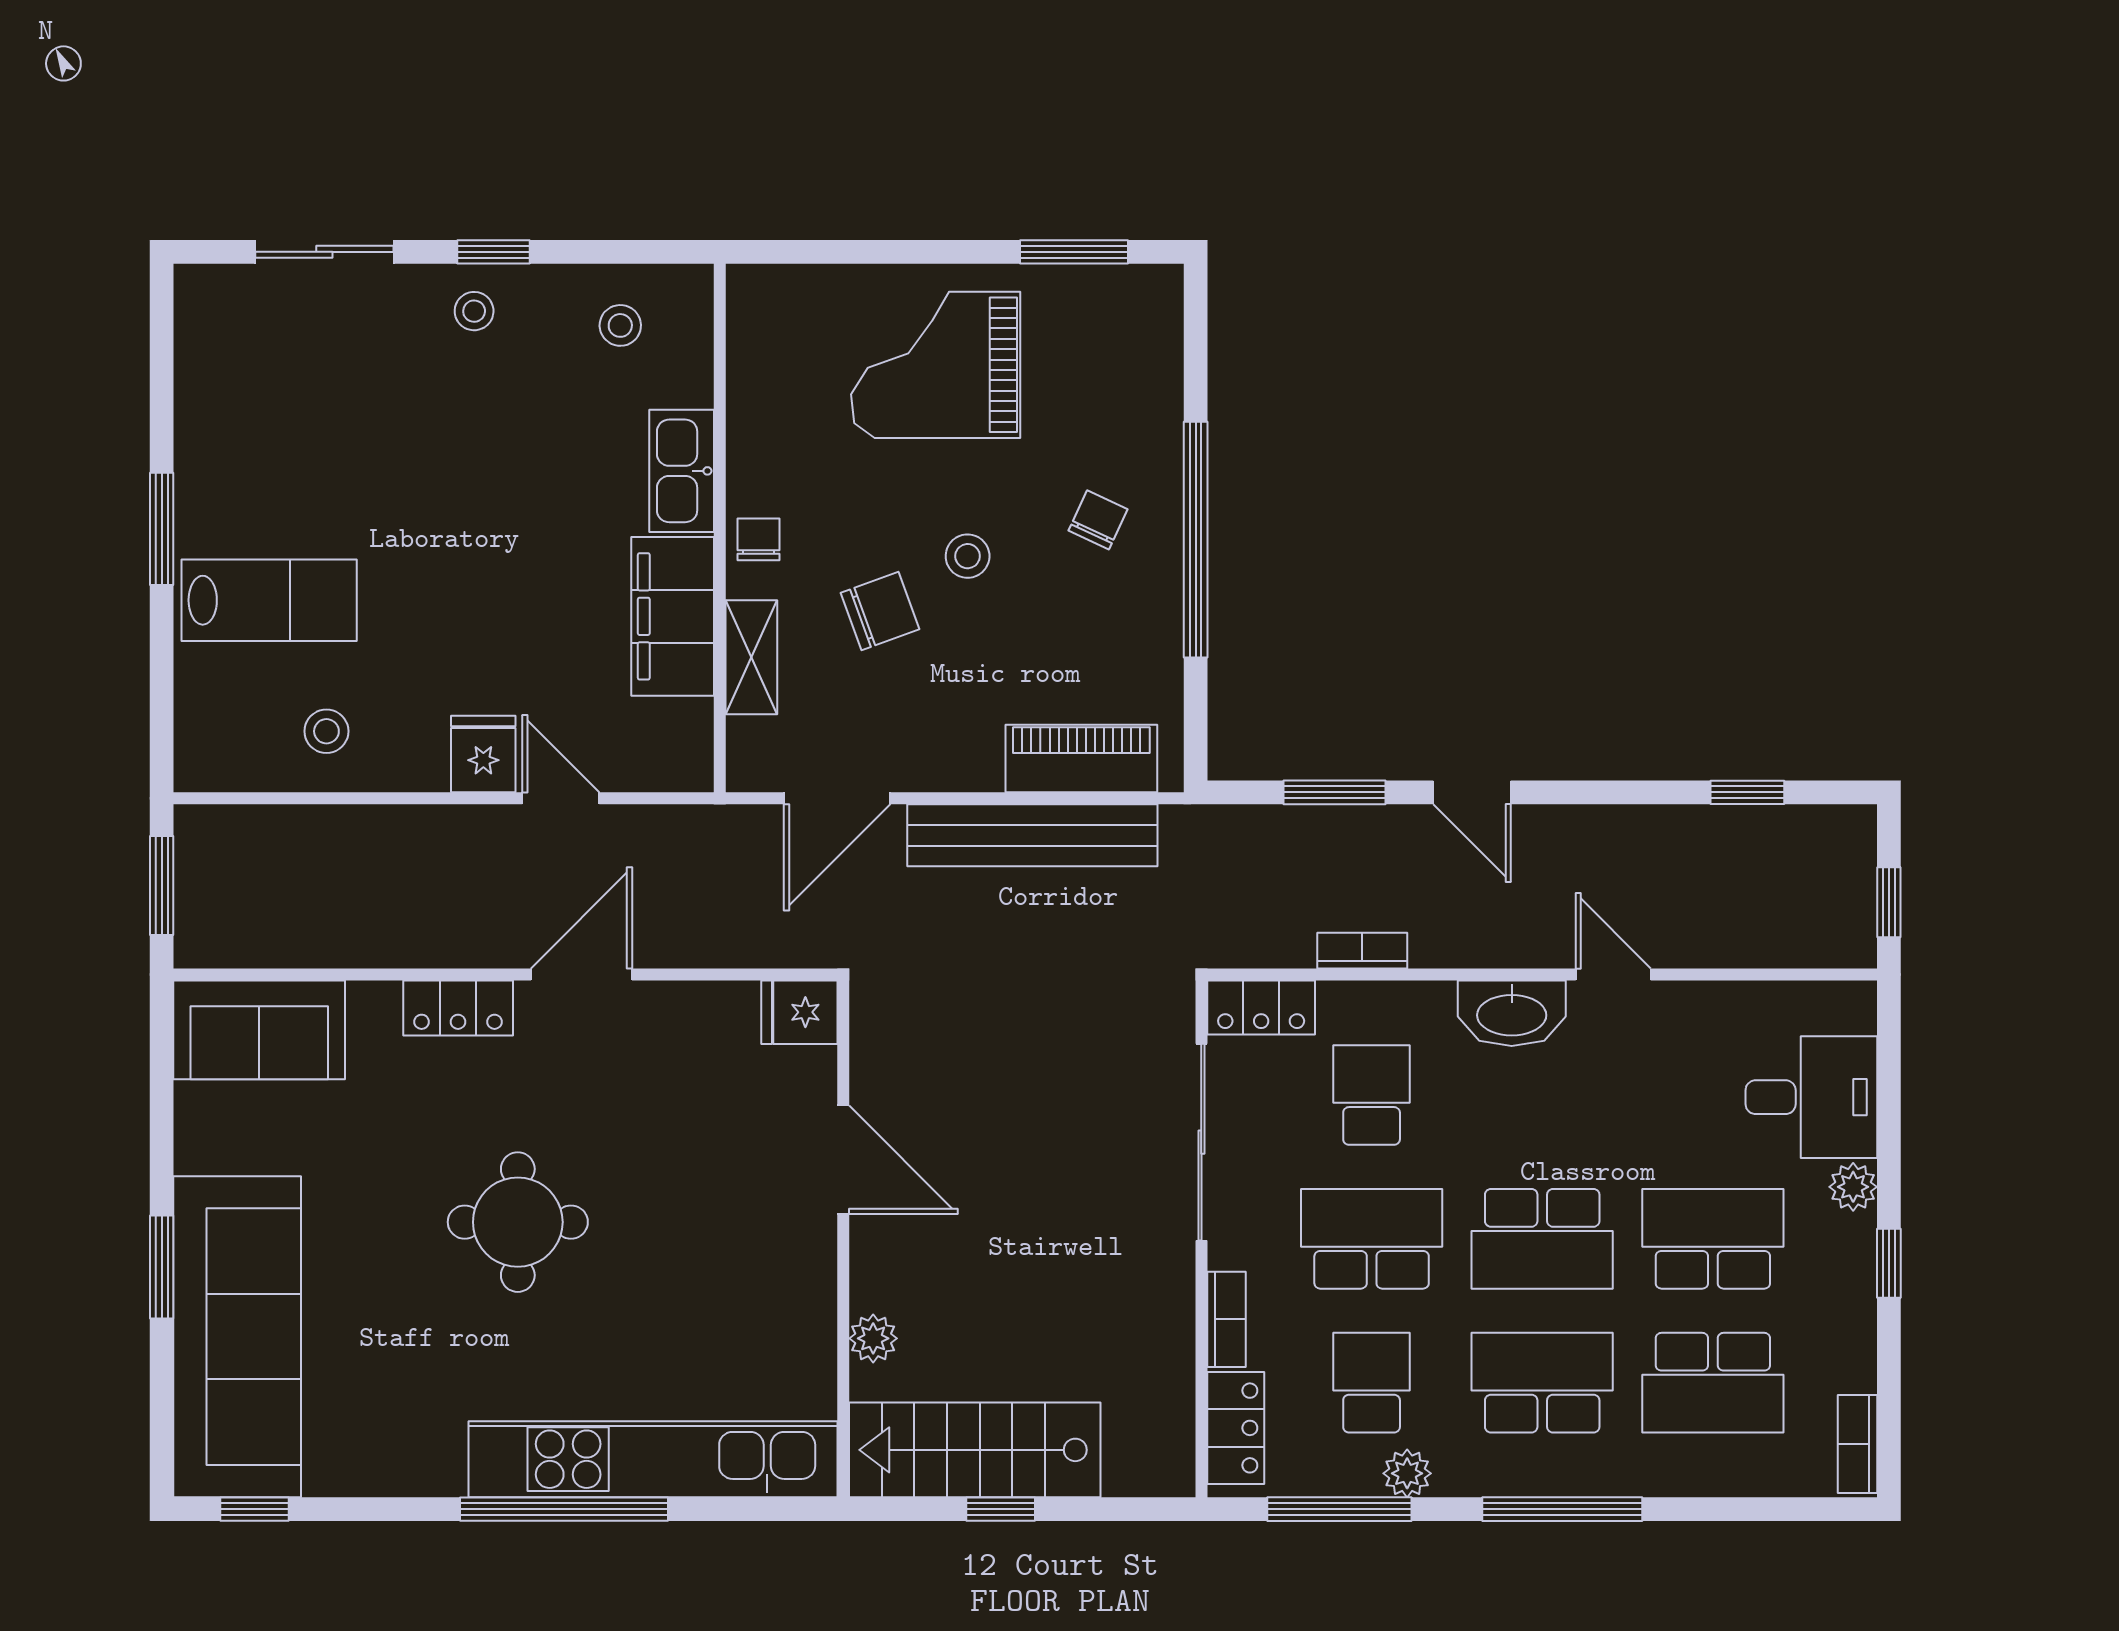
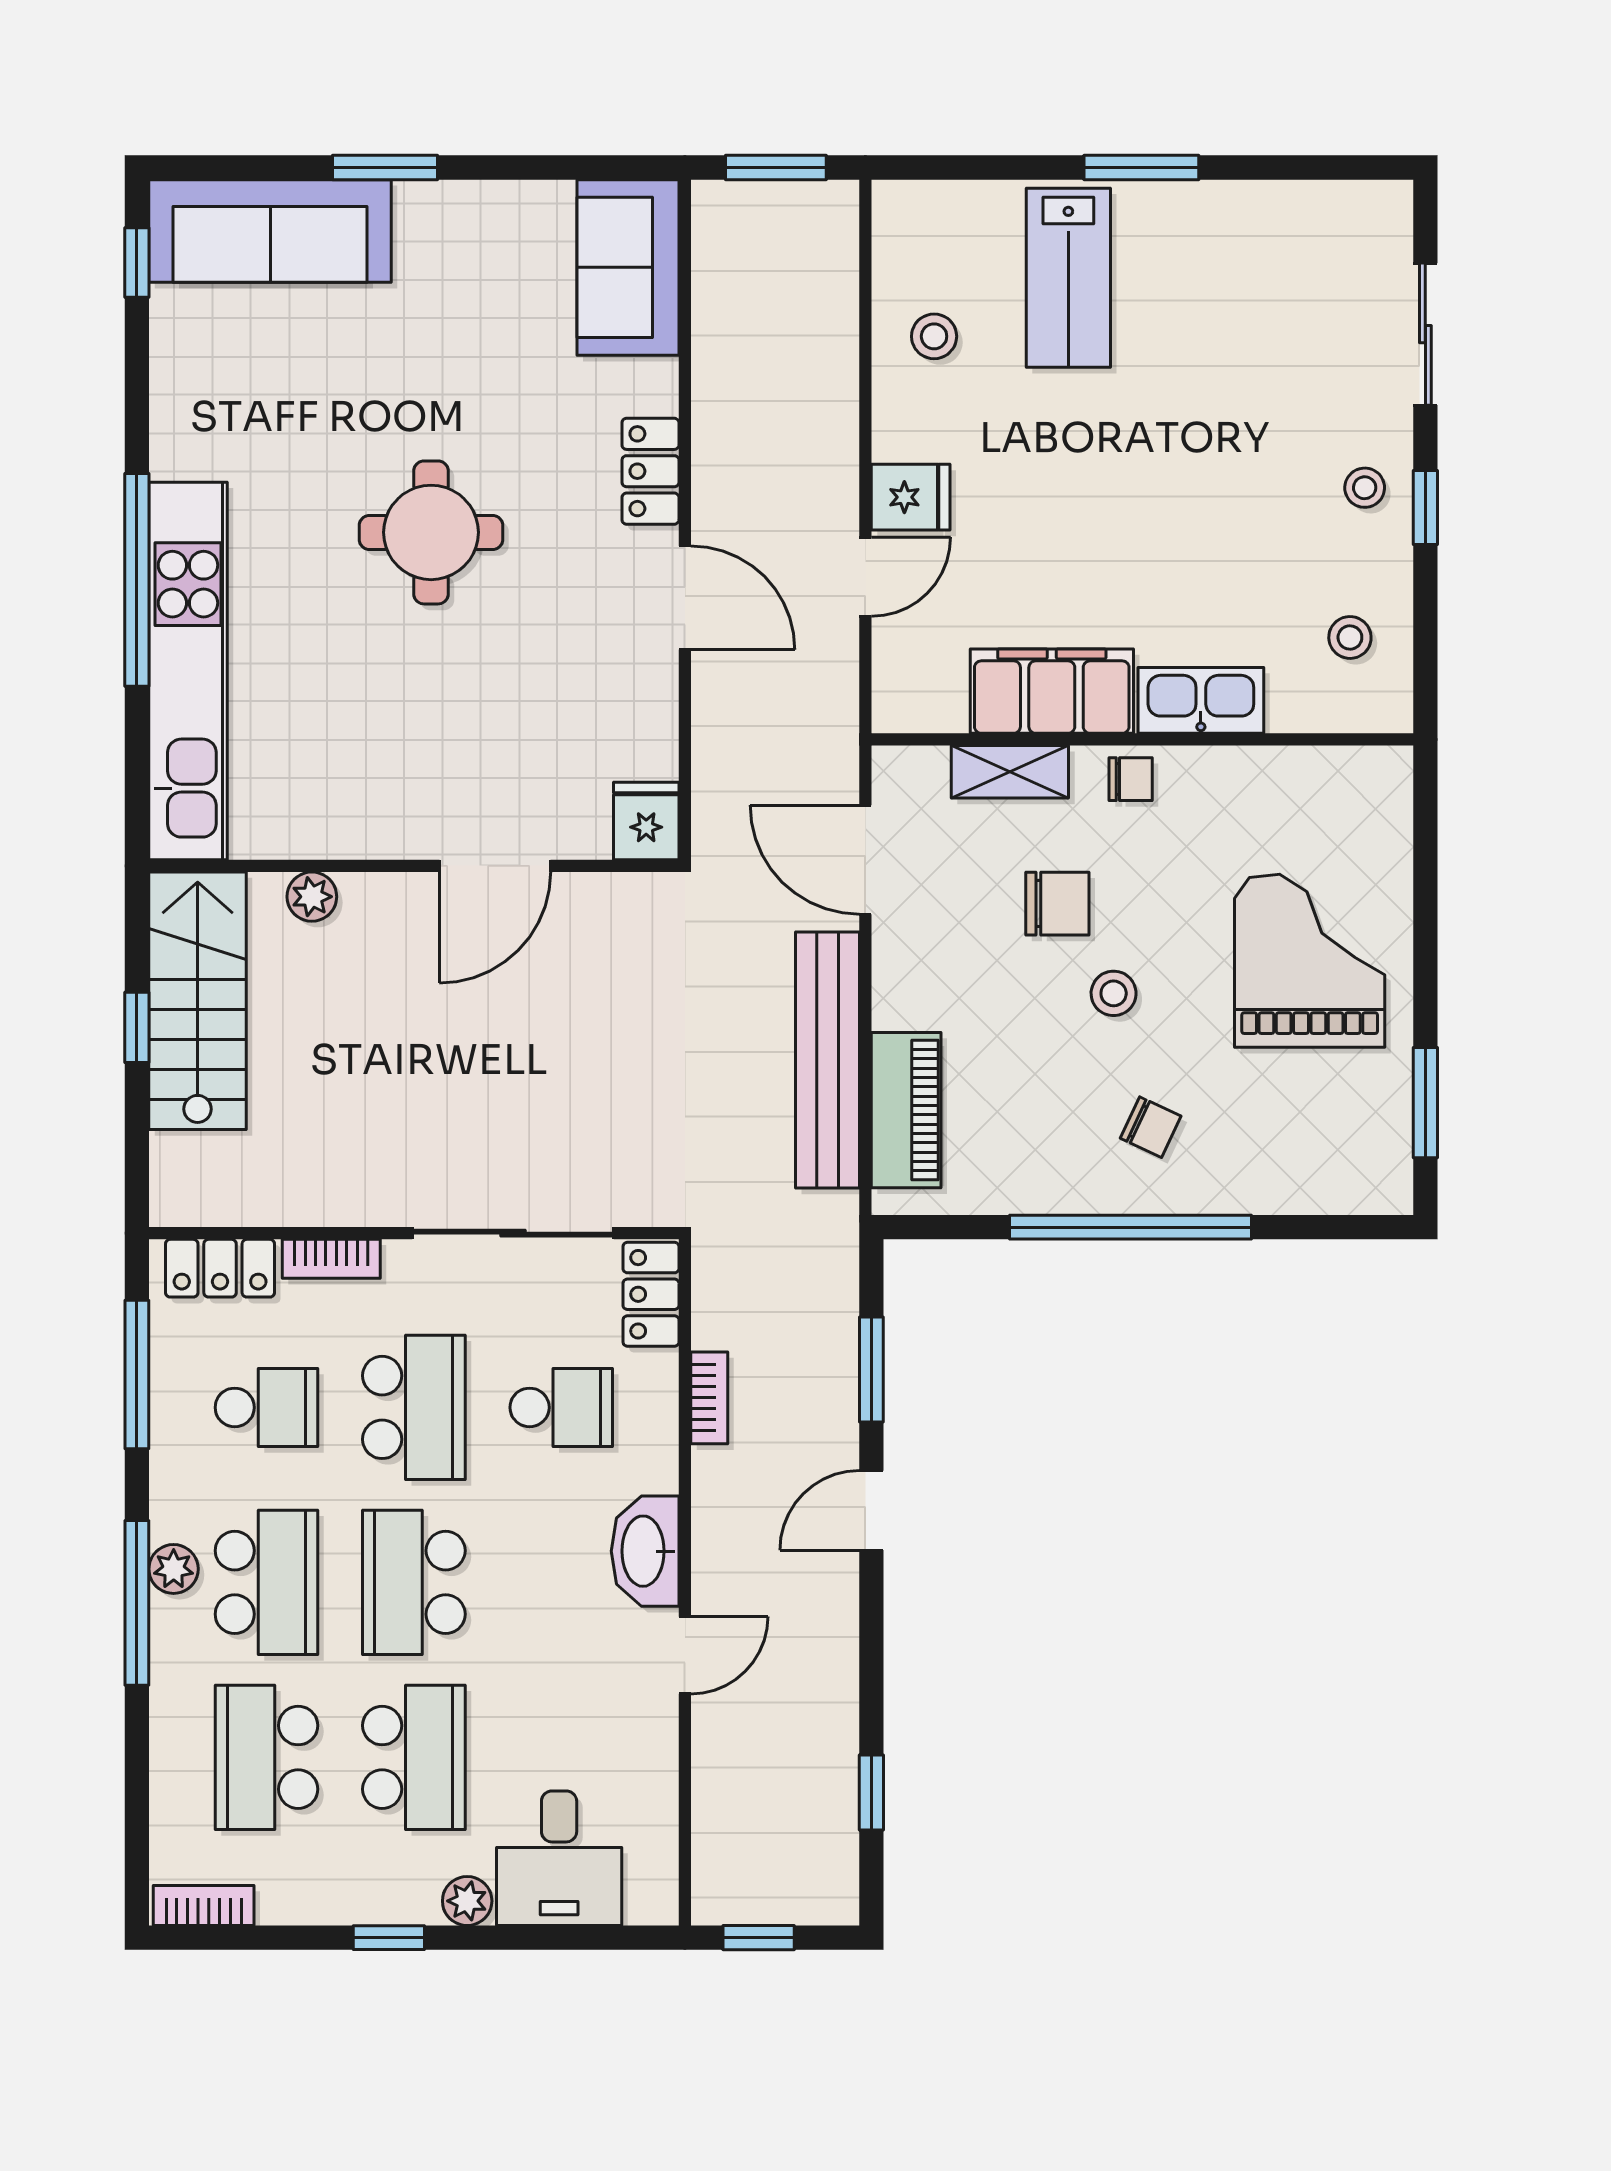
chair: (880, 611) -> (1057, 904), turned -70
sofa: (237, 1337) -> (270, 231), width x0.74, depth x0.79
plant: (1407, 1473) -> (174, 1569), moved

